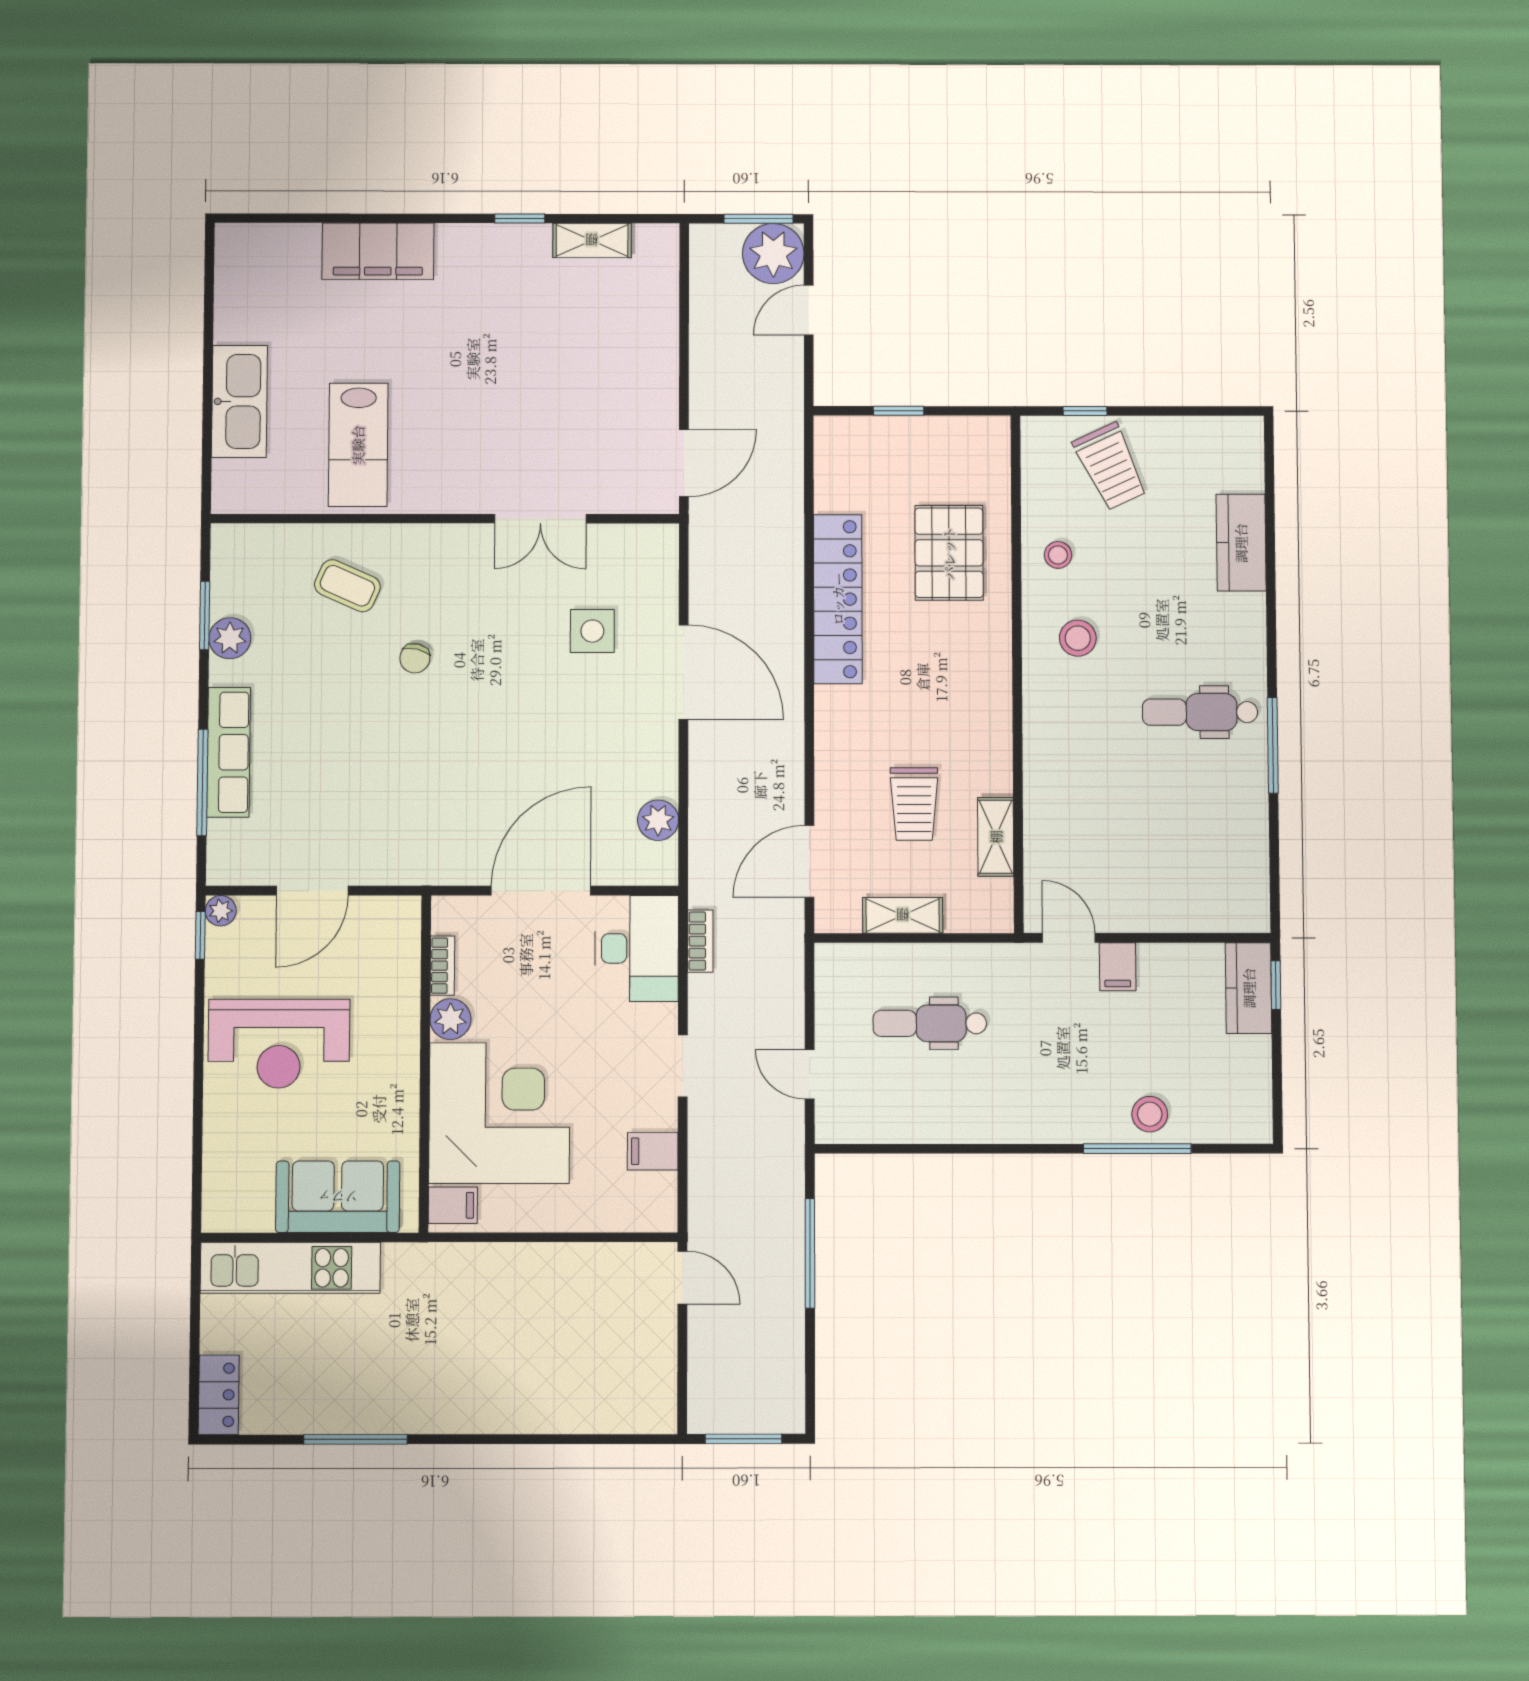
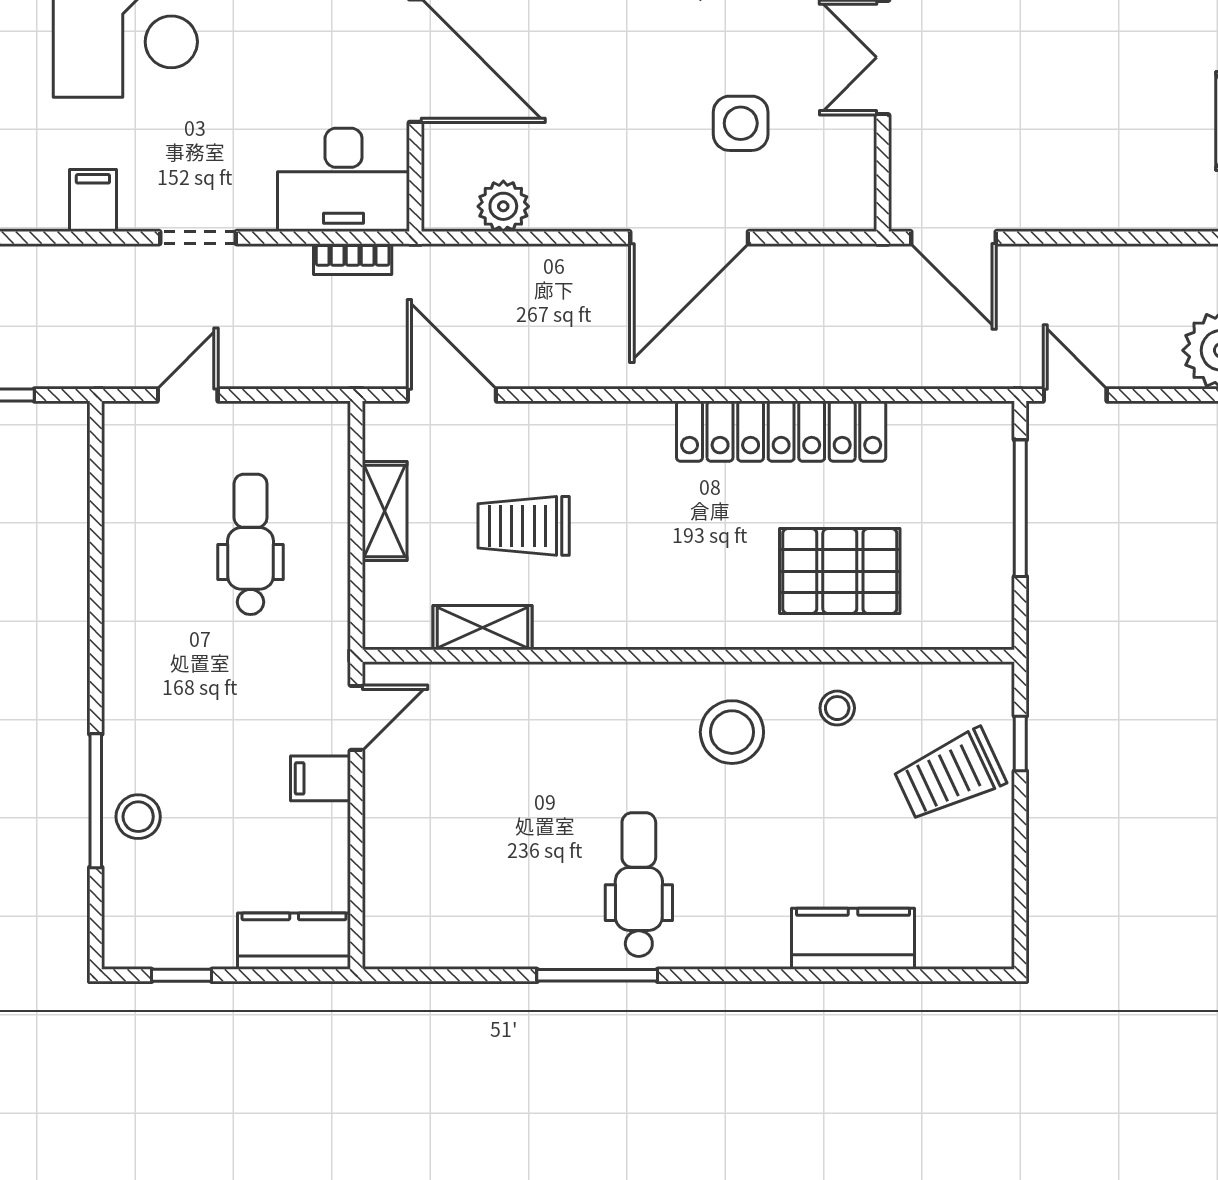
door: (809, 310) -> (1075, 395), moved
window: (899, 411) -> (1020, 508), width x2.17
stool: (1078, 638) -> (732, 732), width x1.38, depth x1.38
window: (1276, 985) -> (182, 975), moved

